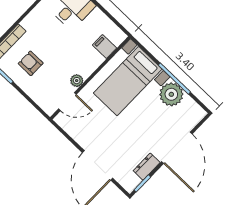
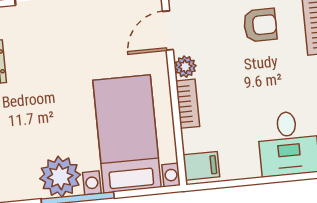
filing cabinet: (104, 47) -> (201, 166), moved
bookcase: (92, 66) -> (188, 104), added

